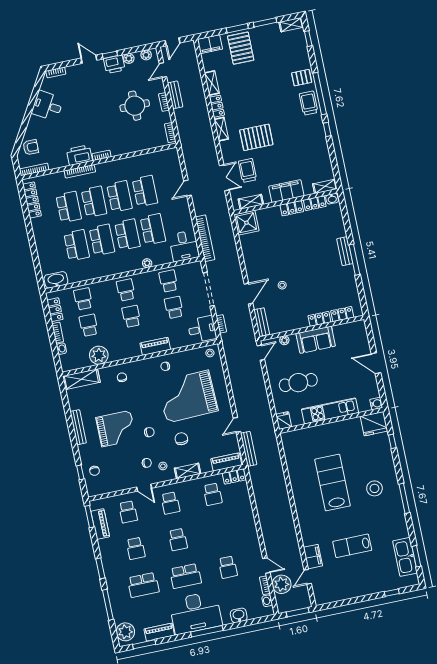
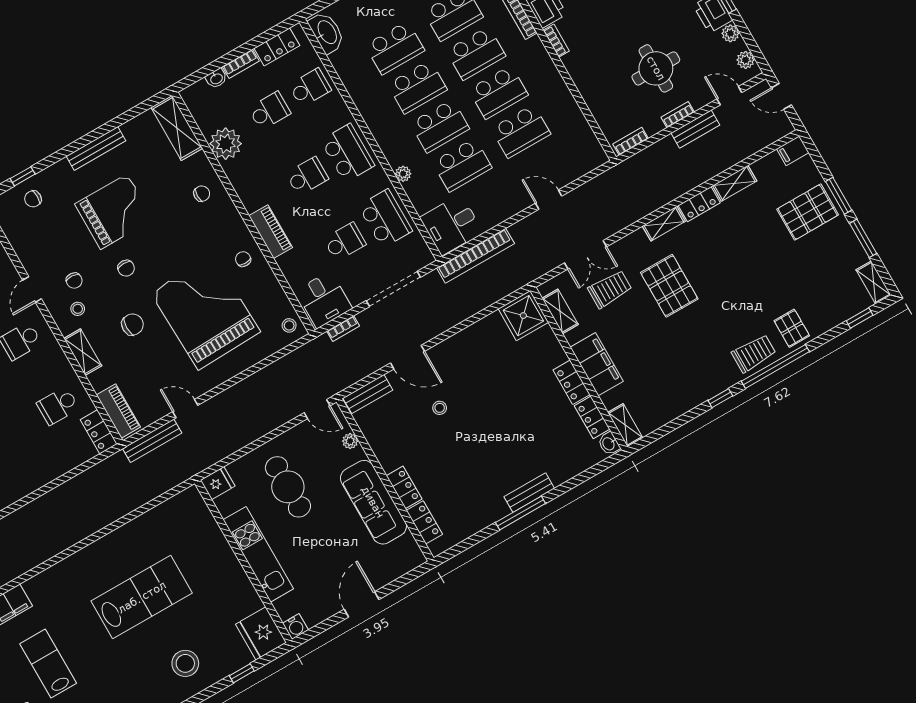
filing cabinet: (210, 44) -> (793, 151), width x0.50
school desk: (168, 281) -> (385, 218), width x1.85
school desk: (126, 290) -> (348, 153), width x1.85
sofa: (316, 340) -> (373, 502), width x1.36
grand piano: (116, 429) -> (114, 212), turned -90
stool: (374, 488) -> (185, 663), moved

